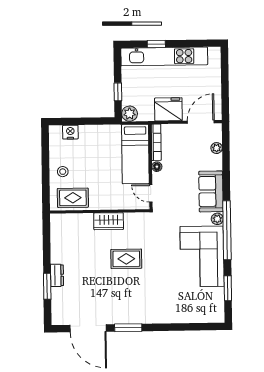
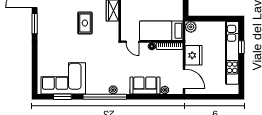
window: (118, 92) -> (207, 19), removed
sofa: (211, 191) -> (145, 85), moved
door: (151, 193) -> (132, 42), swing flipped
corner sofa: (202, 256) -> (63, 78), moved

